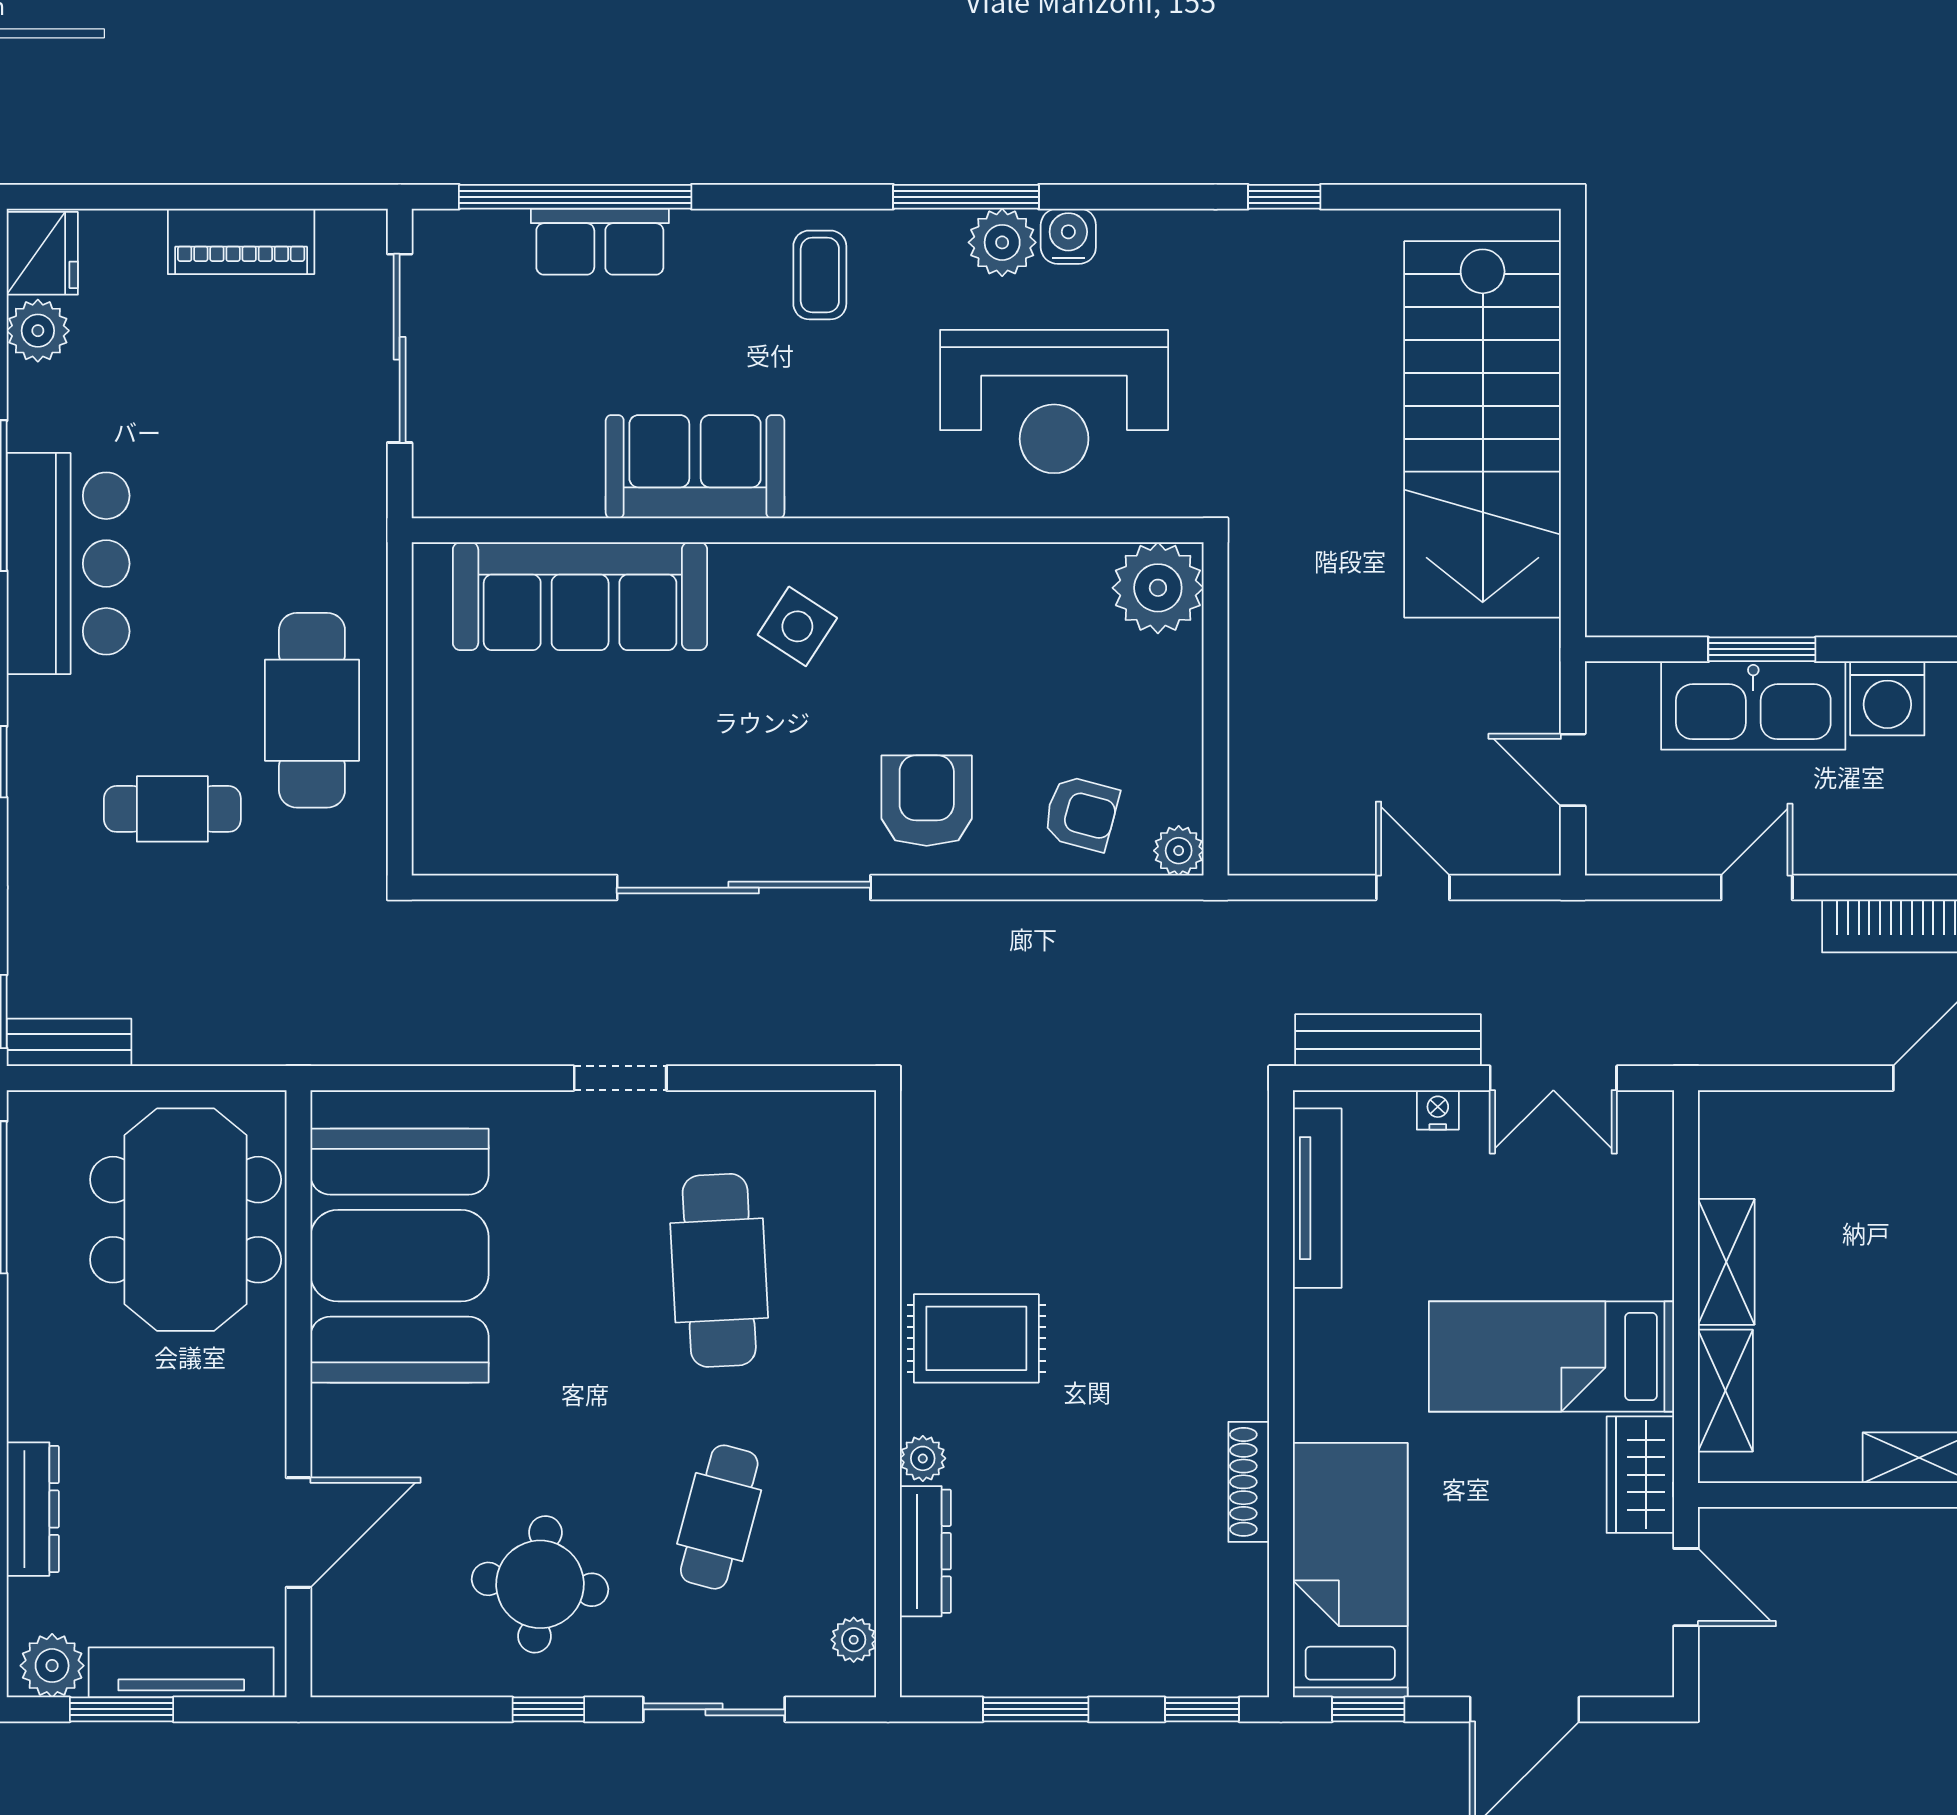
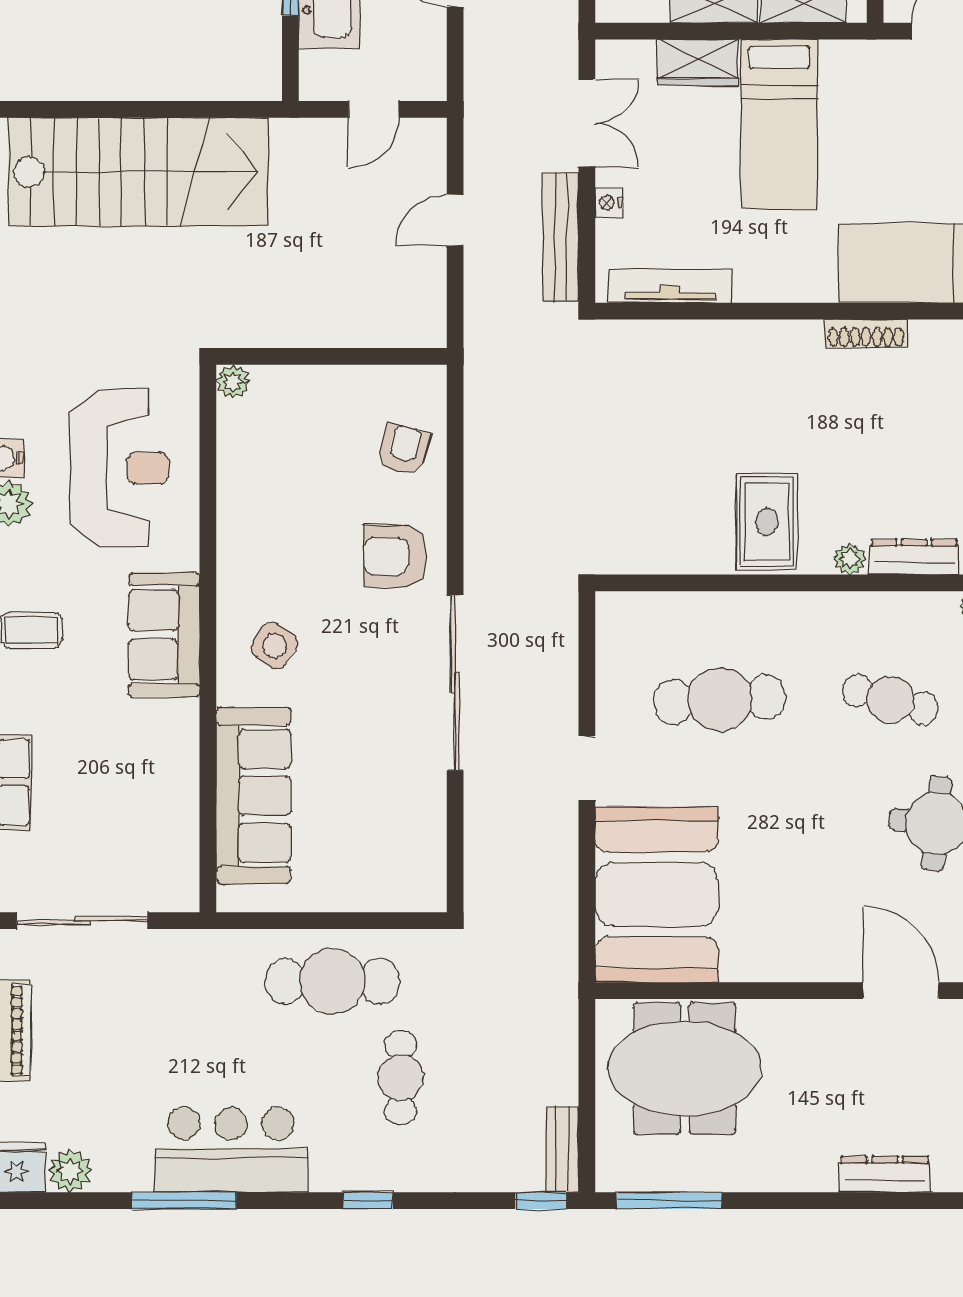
sofa: (695, 467) -> (164, 635), moved
plant: (1158, 588) -> (233, 381), width x0.53, depth x0.53
plant: (1179, 851) -> (430, 382), removed
booth: (399, 1256) -> (657, 894), moved, turned 90
wardrobe: (1640, 1475) -> (698, 63), moved

